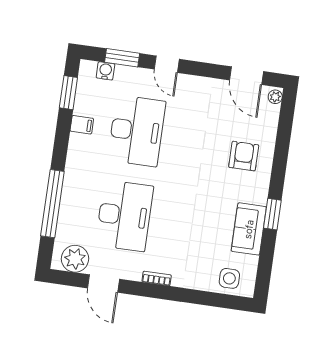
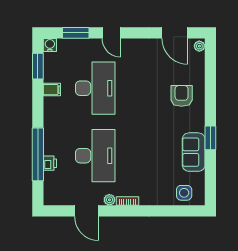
water cooler: (105, 71) -> (50, 45), moved
printer: (66, 217) -> (50, 163), added
plant: (75, 259) -> (109, 200), moved, width x0.53, depth x0.53

